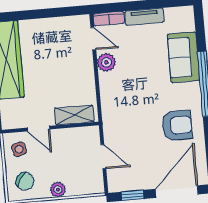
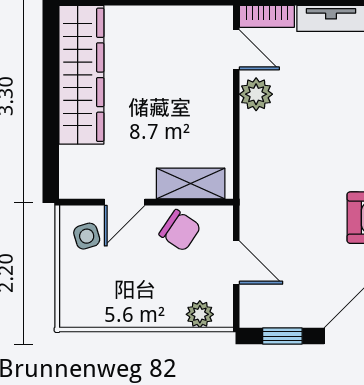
door: (38, 129) -> (125, 202), hinge flipped
chair: (25, 181) -> (180, 230), moved
plant: (58, 190) -> (200, 314), moved

